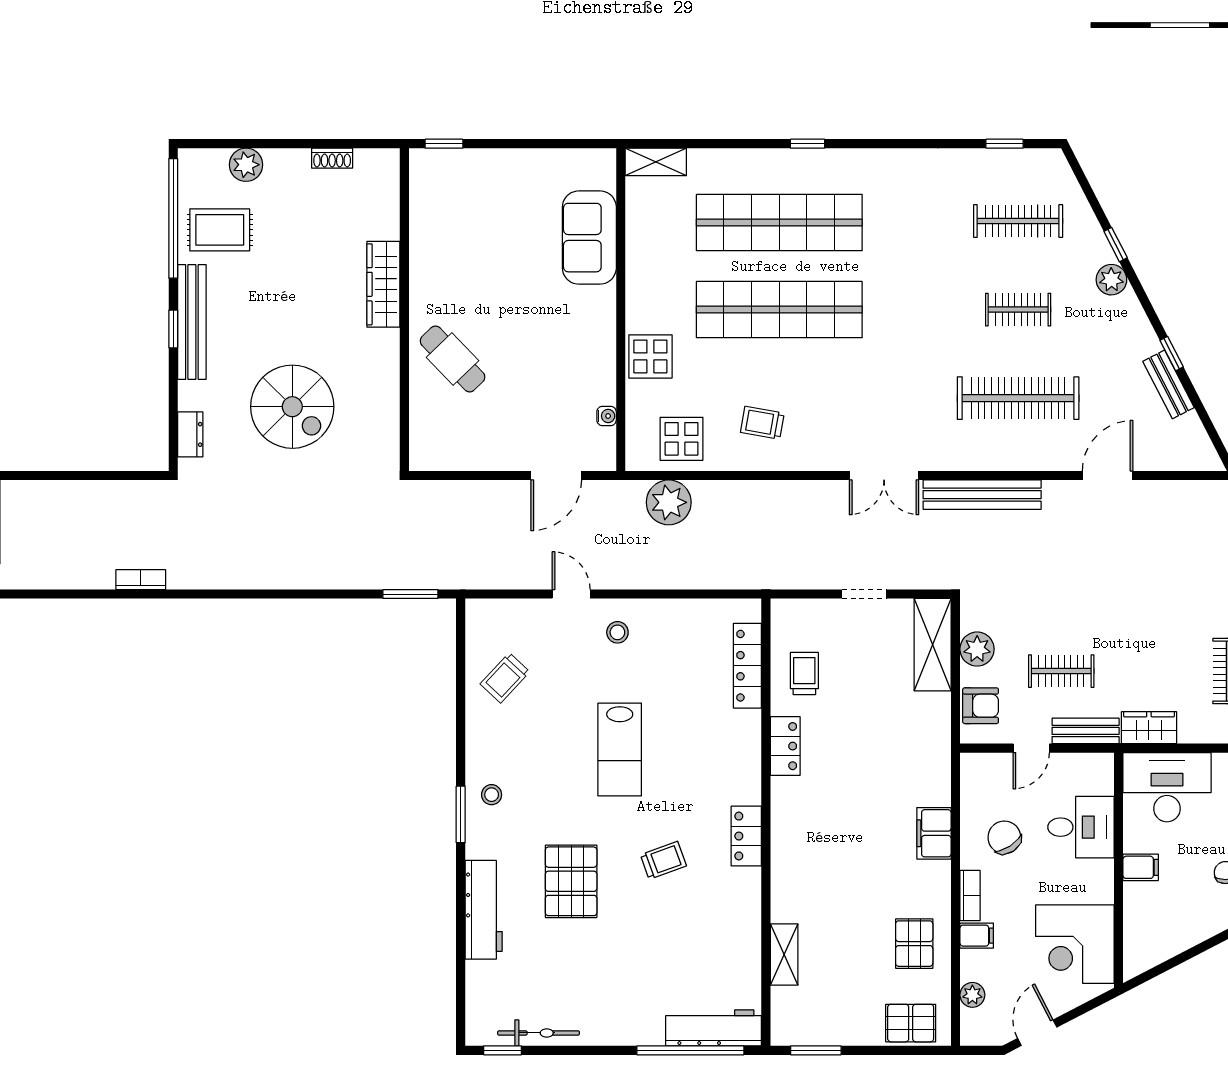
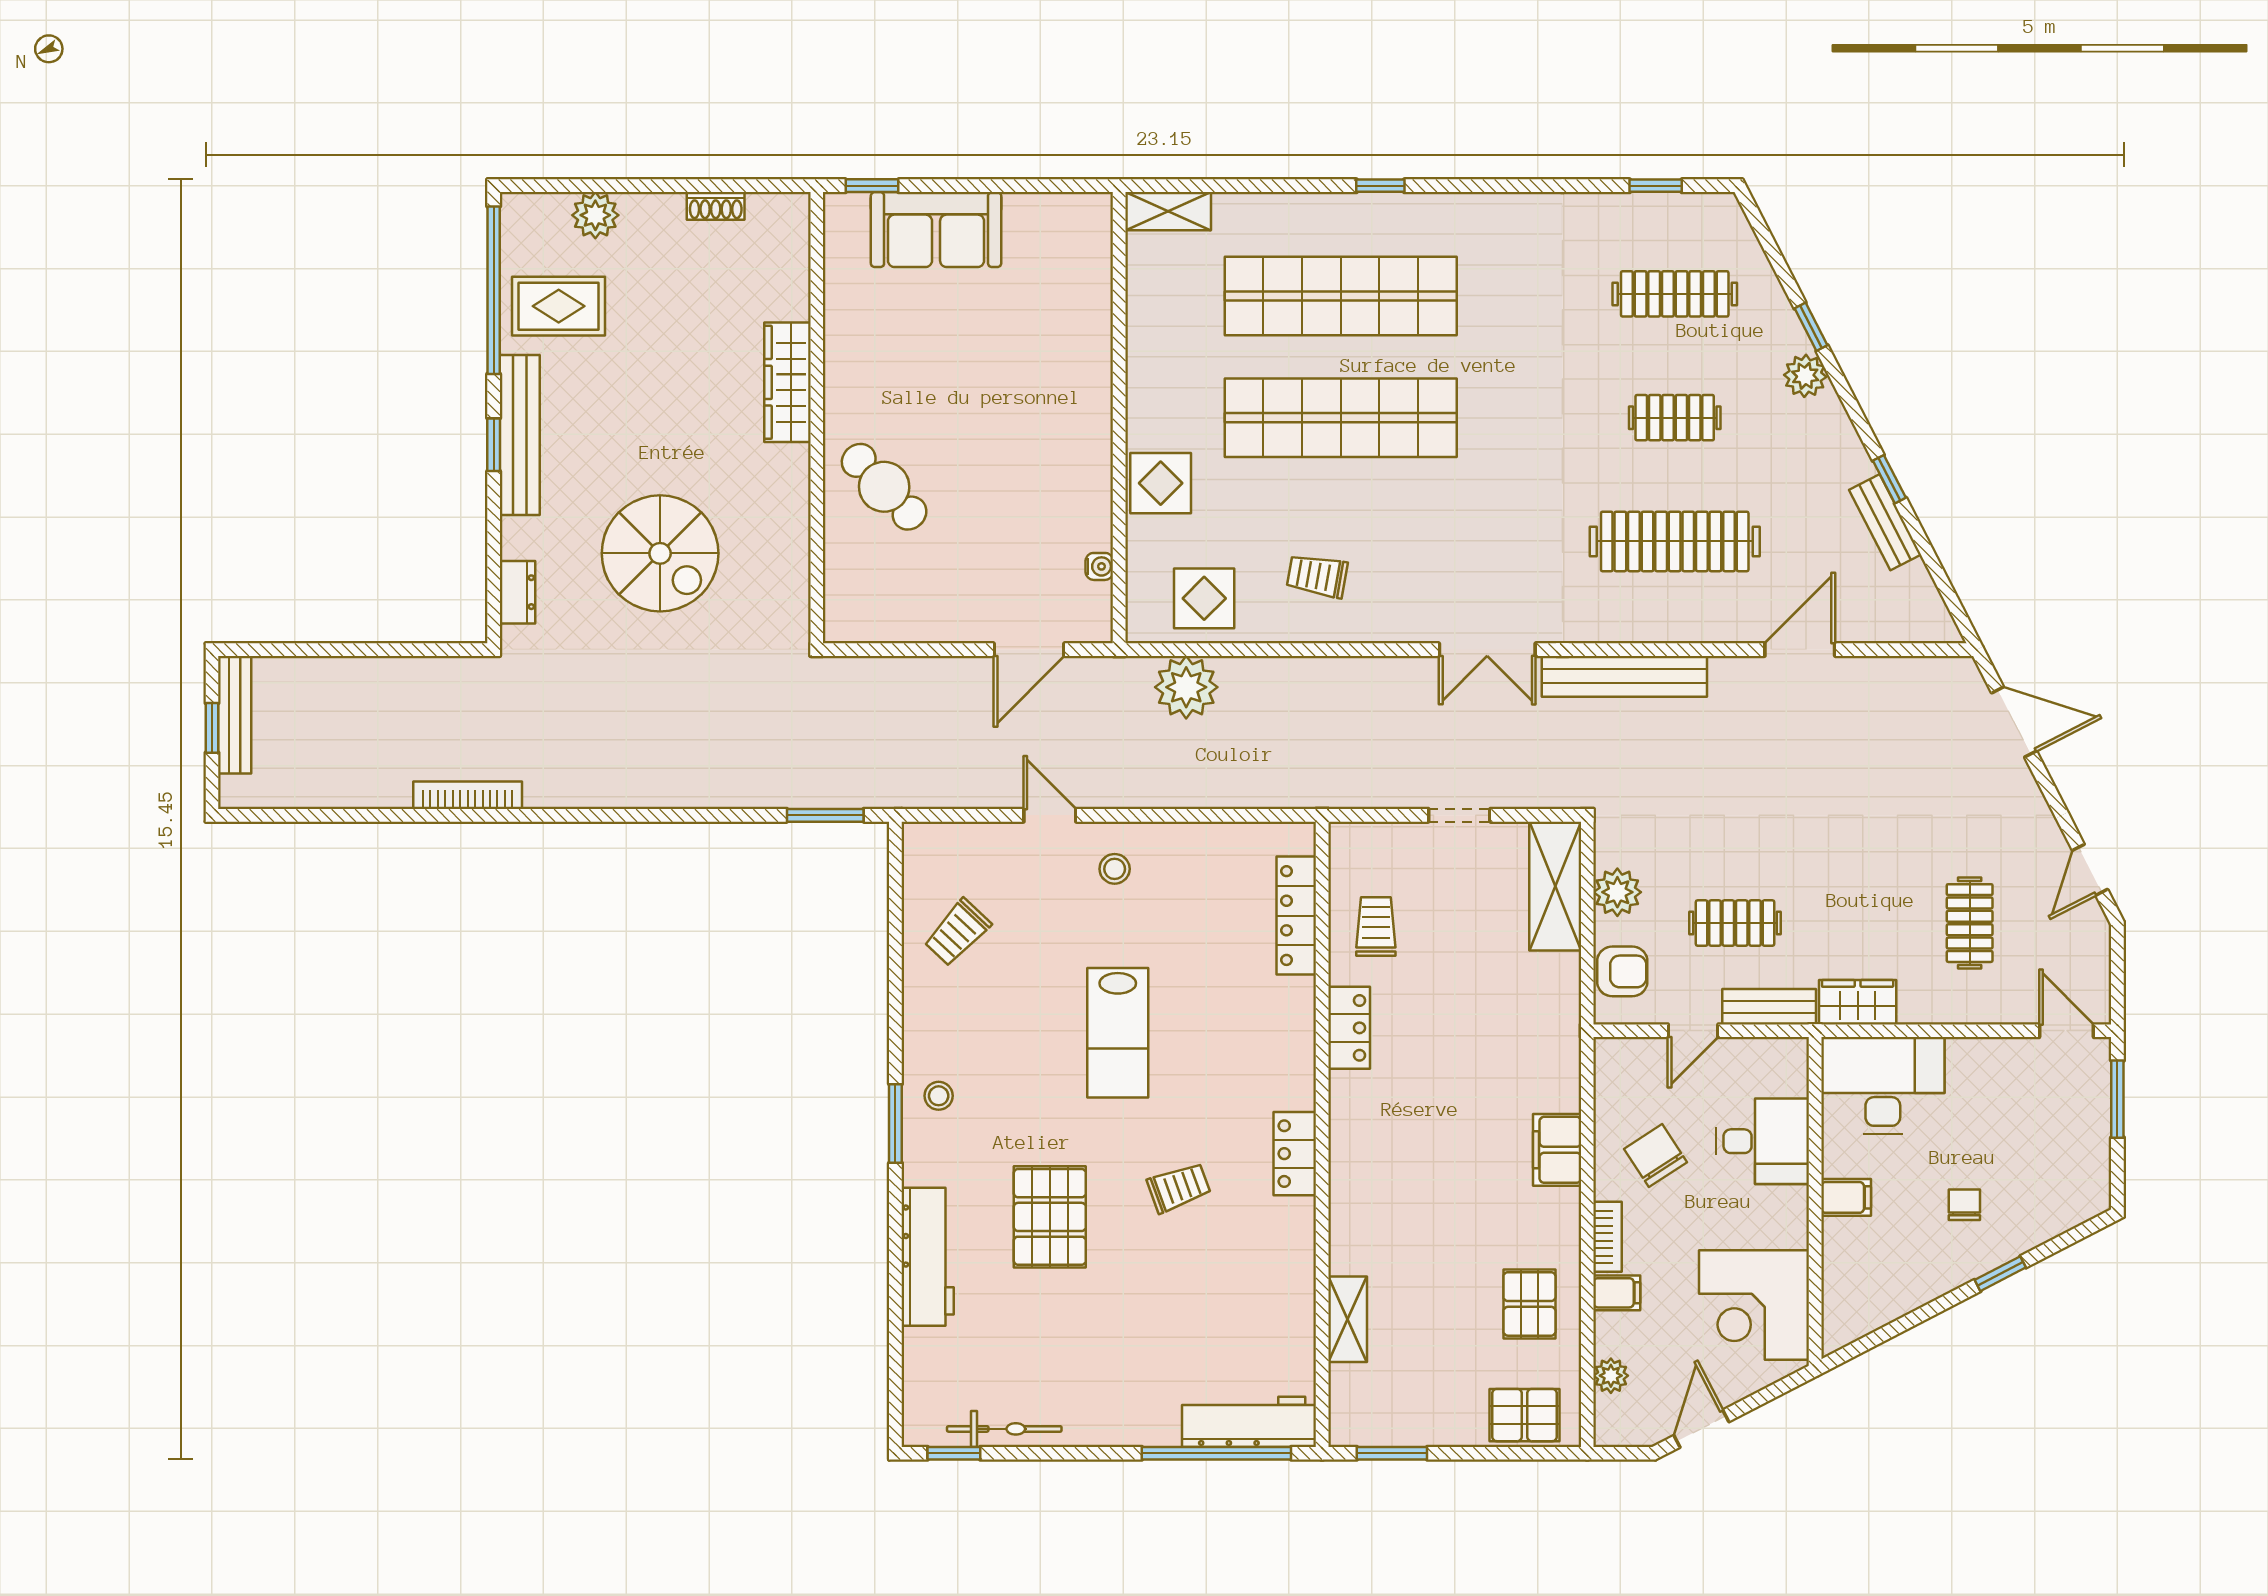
sofa: (589, 238) -> (936, 230), moved, turned -90
bookcase: (141, 580) -> (468, 795), width x1.56

